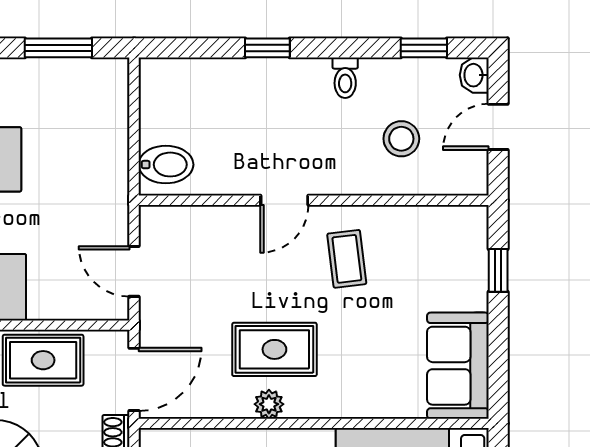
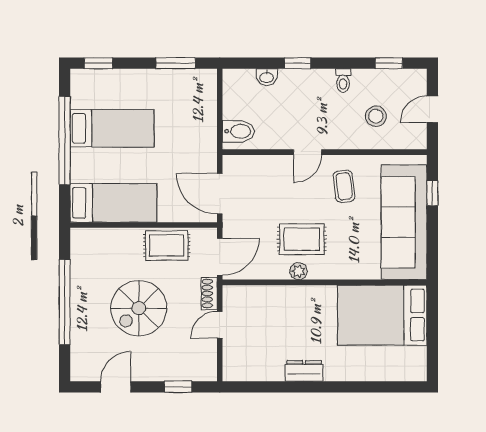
washbasin: (474, 75) -> (267, 77), moved, turned -90
door: (134, 271) -> (220, 194), width x1.38
sofa: (458, 366) -> (404, 222), width x1.85, depth x1.27

